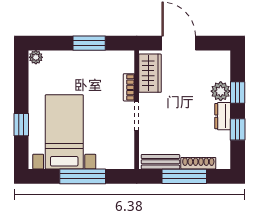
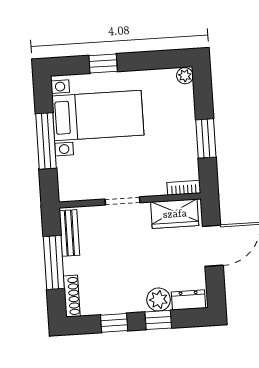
bookcase: (129, 87) -> (184, 188), moved
dresser: (223, 116) -> (189, 300), moved
shoe rack: (198, 163) -> (72, 296), moved

